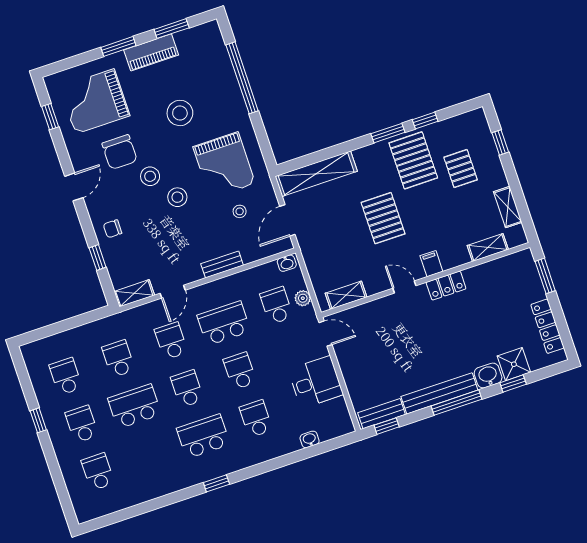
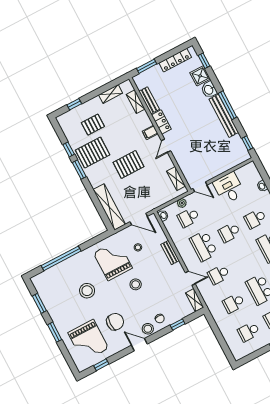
piano: (151, 52) -> (55, 313), removed
grand piano: (224, 165) -> (113, 261), turned -90
stool: (150, 176) -> (148, 329), moved
door: (326, 334) -> (200, 187), swing flipped
window: (513, 383) -> (204, 61), moved
school desk: (187, 389) -> (244, 261), removed
bench: (382, 414) -> (149, 100), moved

